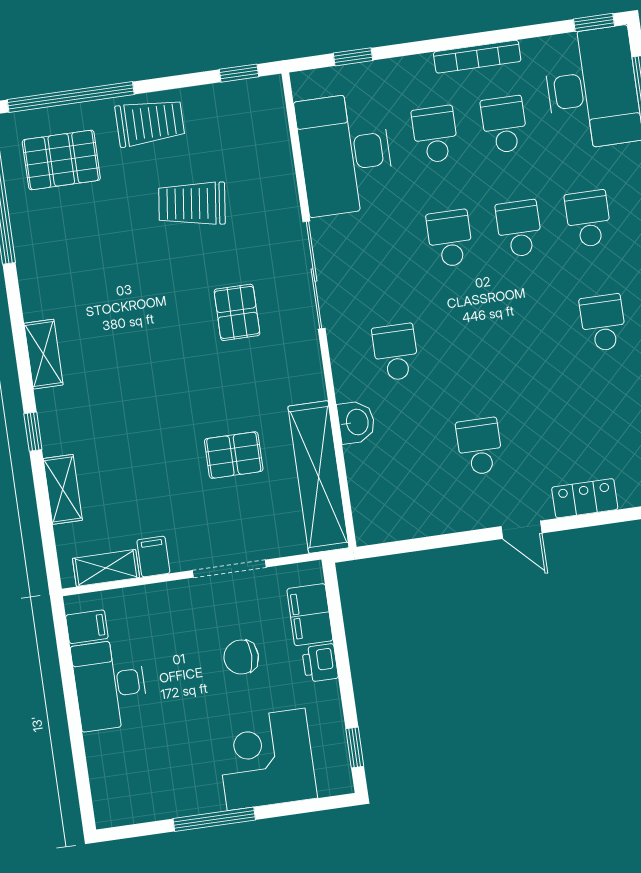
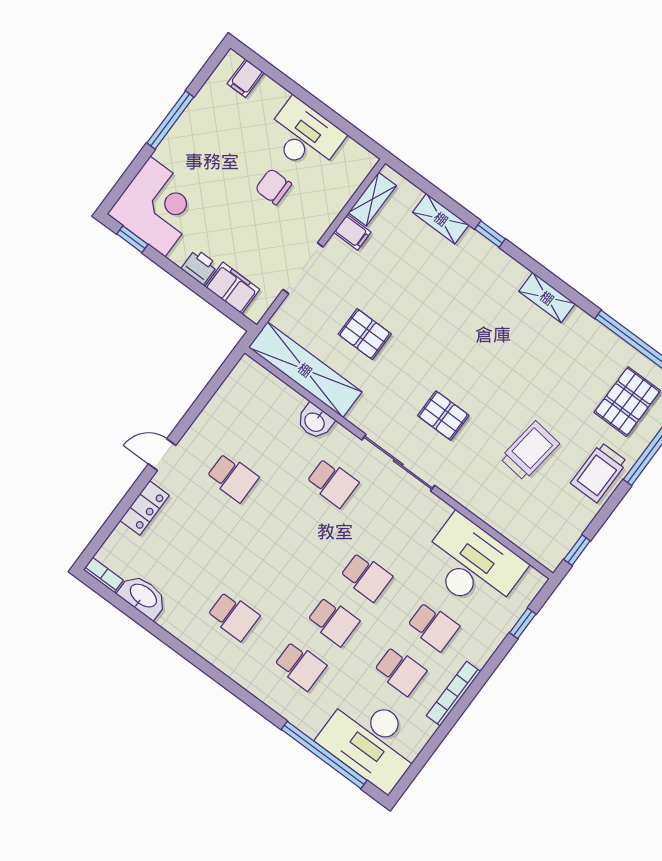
window: (594, 23) -> (408, 778), removed
sliding door: (314, 275) -> (398, 463), moved
shelving: (44, 354) -> (547, 298), moved
pallet: (234, 455) -> (365, 334), turned 90
filing cabinet: (87, 627) -> (246, 78), moved
chair: (241, 657) -> (273, 187), moved, turned -90
corner desk: (266, 759) -> (157, 206), moved

